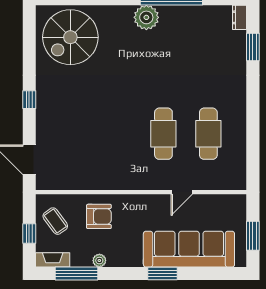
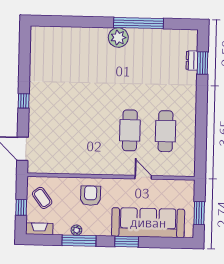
dresser: (240, 17) -> (192, 60), moved
spiral stairs: (70, 37) -> (57, 52), removed
door: (182, 192) -> (143, 177), swing flipped
armchair: (99, 216) -> (91, 196), moved, turned -90
window: (77, 274) -> (79, 241), moved

